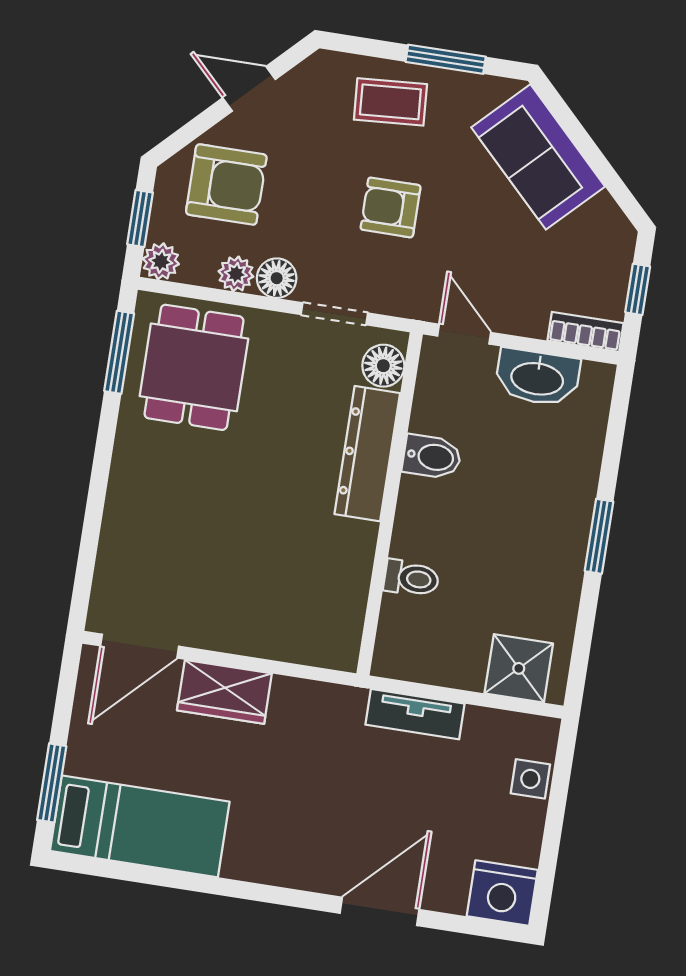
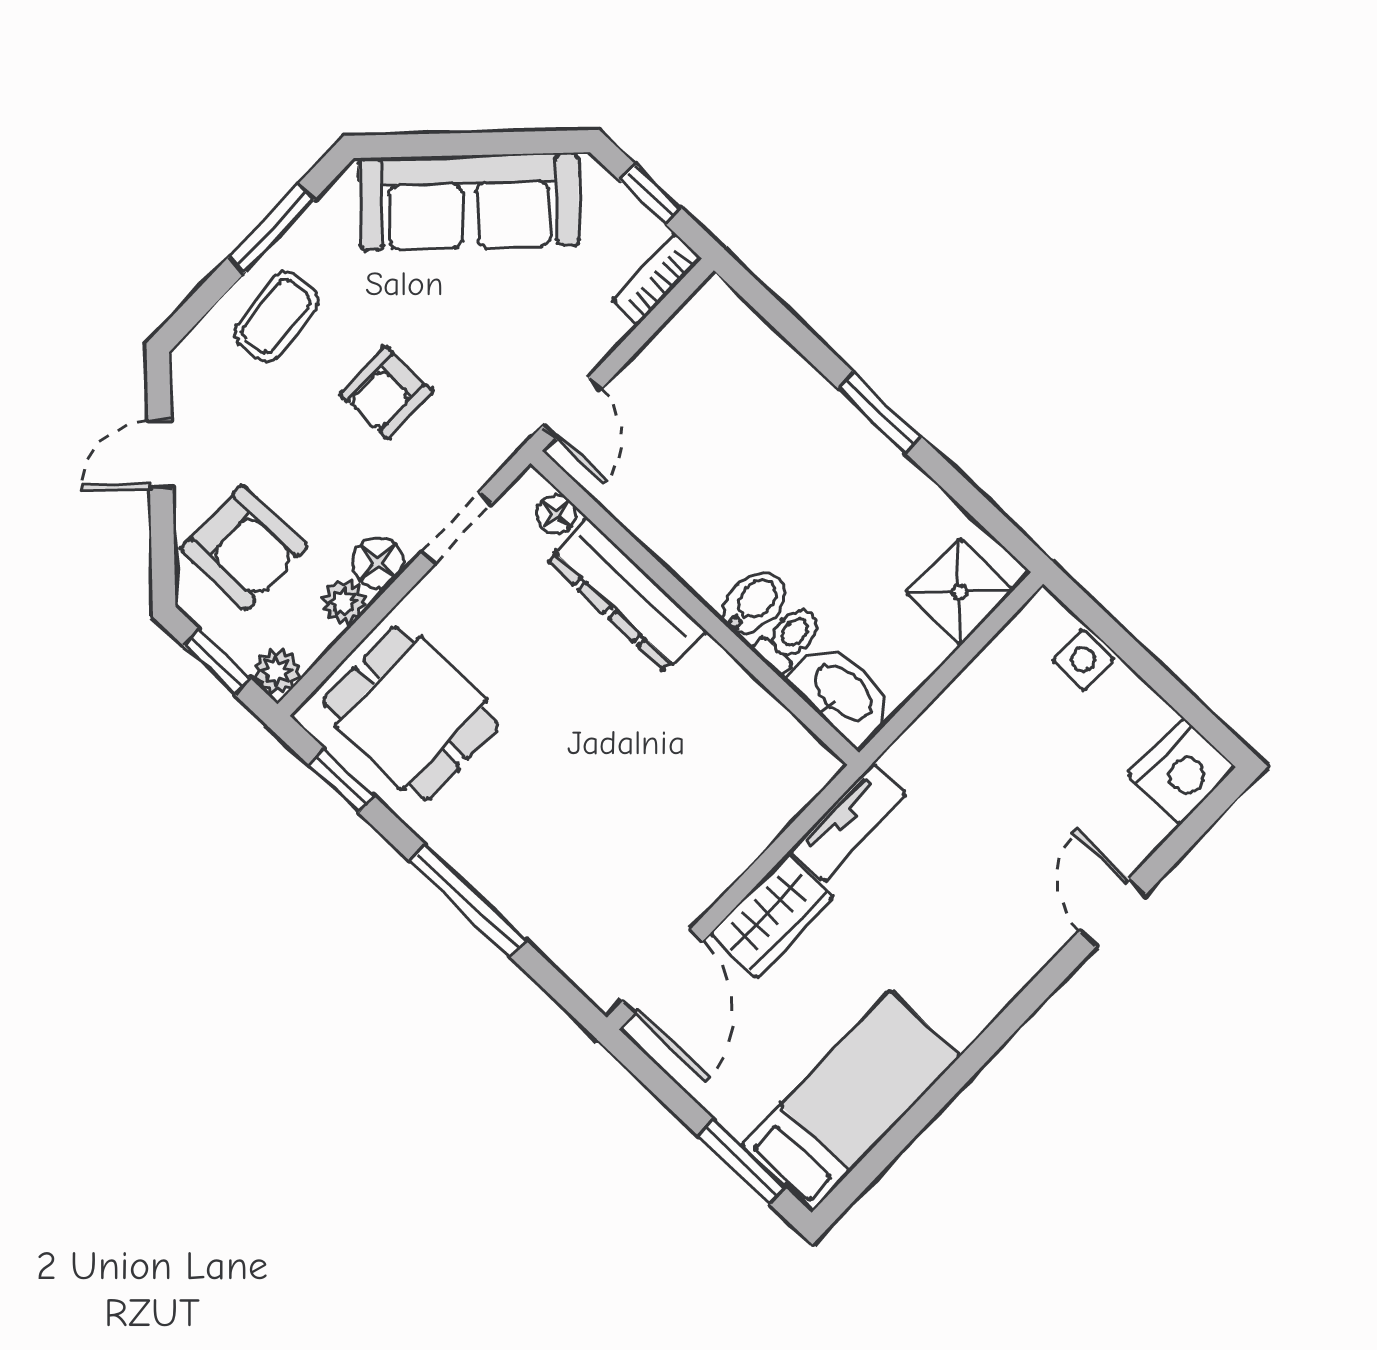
sofa: (538, 157) -> (469, 202), width x1.36
armchair: (226, 185) -> (244, 547), turned 90
door: (464, 334) -> (572, 408), swing flipped
window: (119, 352) -> (341, 780), width x0.67
floor lamp: (383, 366) -> (556, 514), width x0.73, depth x0.73
washbasin: (537, 377) -> (842, 693), moved, turned -90
bidet: (432, 457) -> (754, 603), moved
window: (98, 488) -> (468, 901), added
tv unit: (415, 714) -> (848, 822), moved
door: (379, 911) -> (1113, 913), width x0.73

